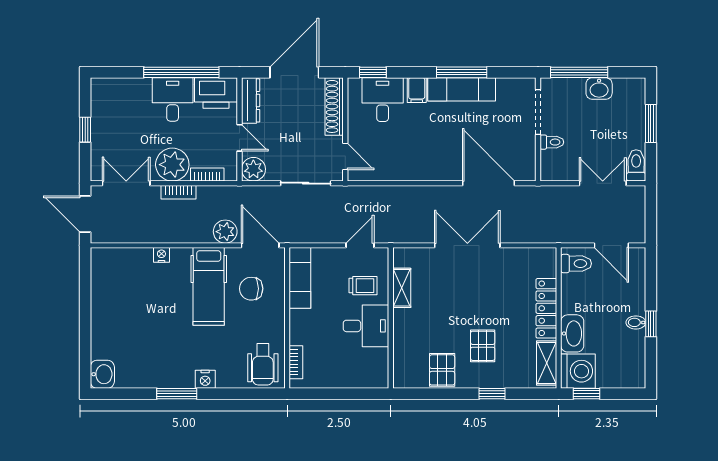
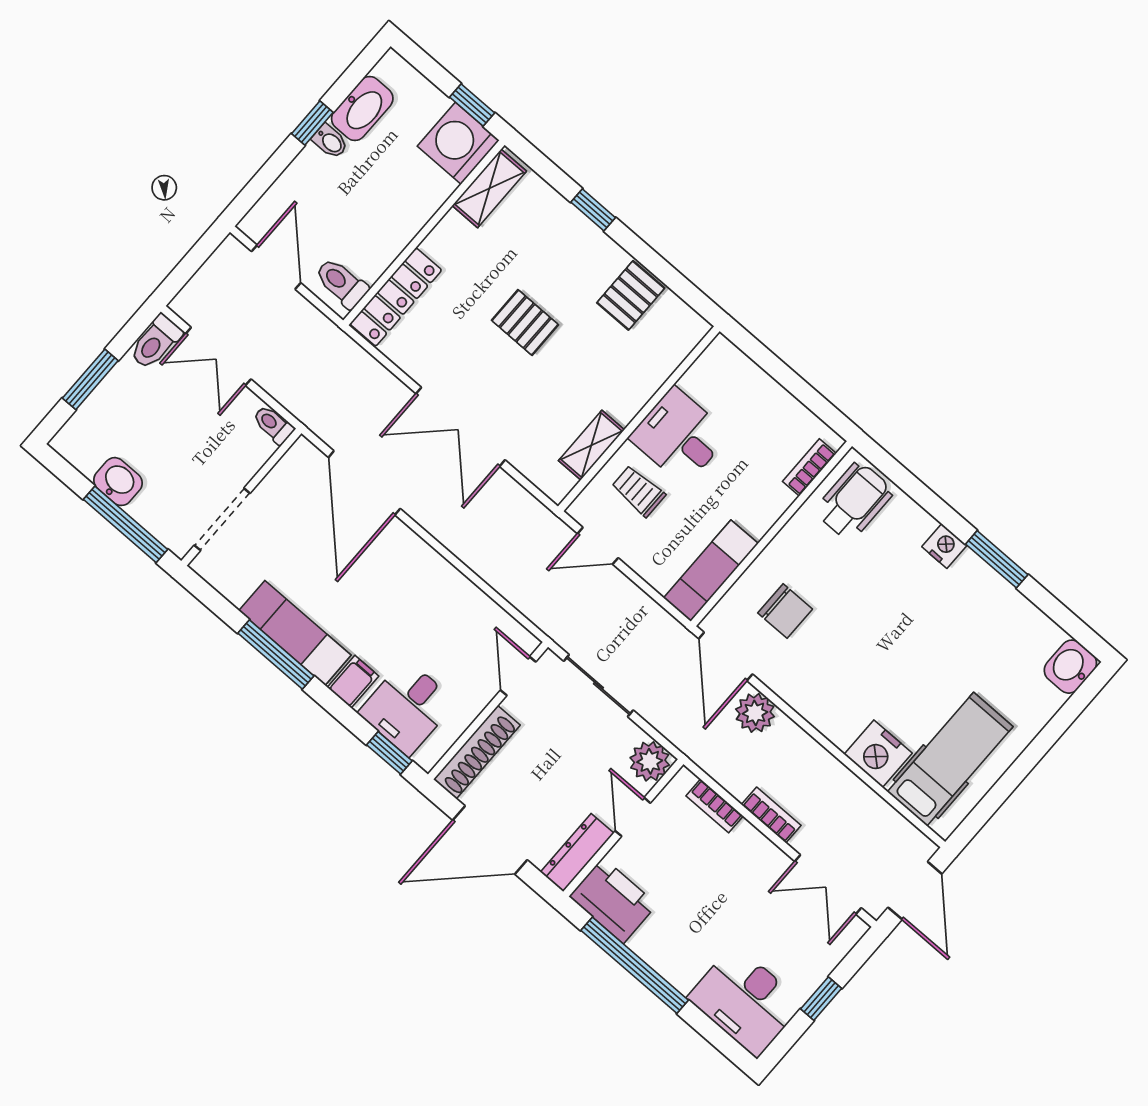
desk: (173, 99) -> (745, 1001), moved, width x1.37
toilet: (552, 142) -> (273, 425), moved
plant: (172, 165) -> (748, 857), removed
nightstand: (161, 255) -> (878, 754), width x1.89, depth x1.79
hospital bed: (209, 286) -> (950, 759), moved
locker: (546, 308) -> (396, 297), moved
washbasin: (572, 333) -> (362, 108), moved, turned 180
pallet: (483, 346) -> (525, 323), moved, turned 90

